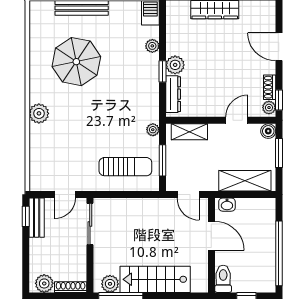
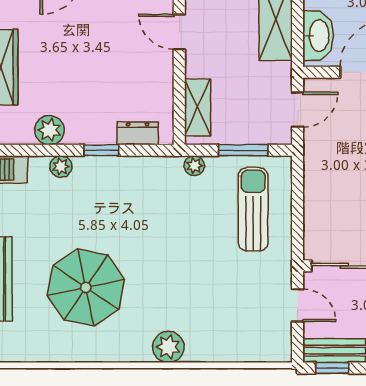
plant: (175, 65) -> (50, 130), moved
dresser: (173, 94) -> (138, 133), width x0.70
washbasin: (227, 205) -> (318, 36), width x1.91, depth x1.45

